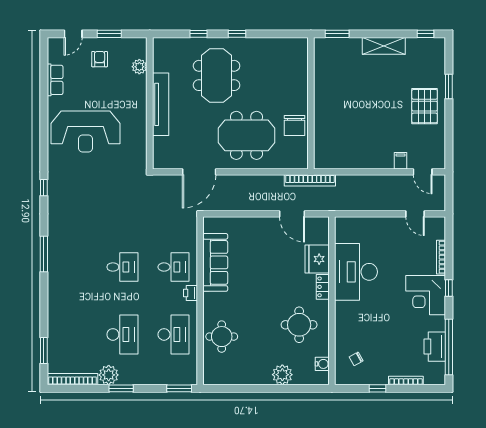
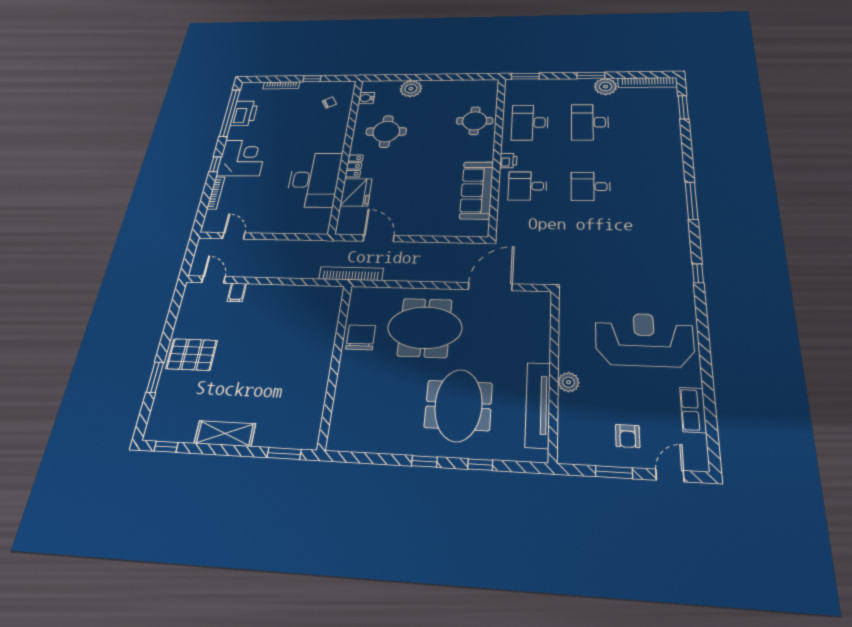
plant: (139, 67) -> (569, 382), moved
tv unit: (161, 104) -> (538, 405), moved
pallet: (425, 106) -> (192, 355), turned 90

